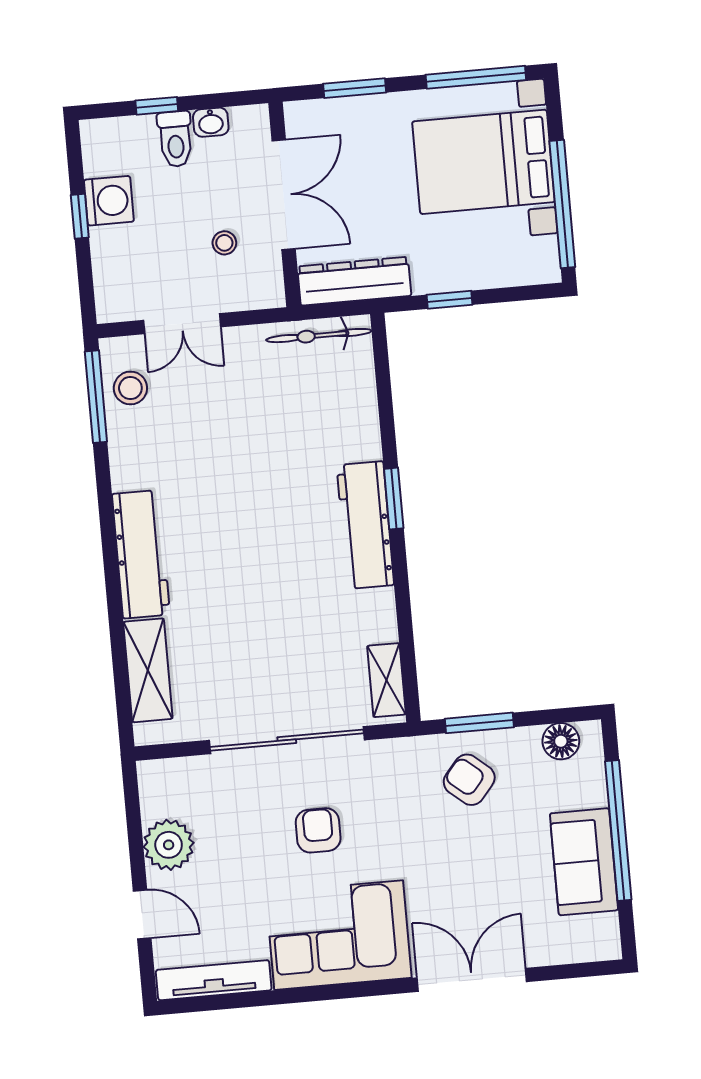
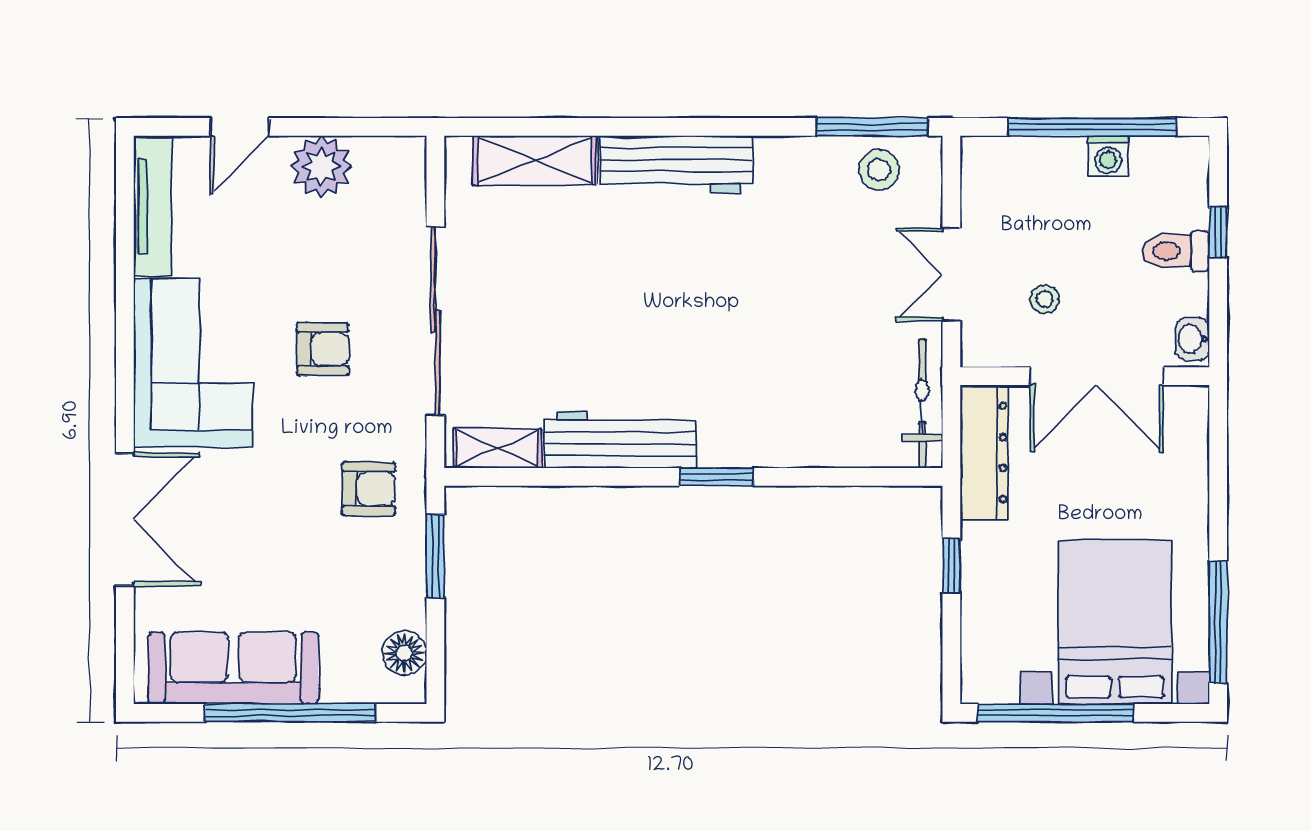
window: (355, 88) -> (1218, 474), removed
washbasin: (211, 122) -> (1192, 339), moved
washing machine: (109, 201) -> (1108, 156), width x0.73, depth x0.73
window: (80, 216) -> (1093, 127), width x3.17
double door: (182, 324) -> (951, 275), moved
workbench: (365, 525) -> (620, 440), moved
armchair: (469, 780) -> (369, 489), moved, turned 50
sofa: (584, 862) -> (233, 668), width x1.36

